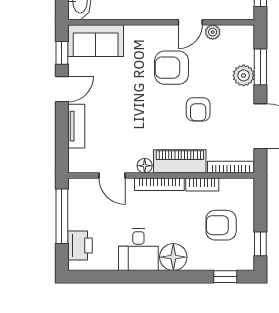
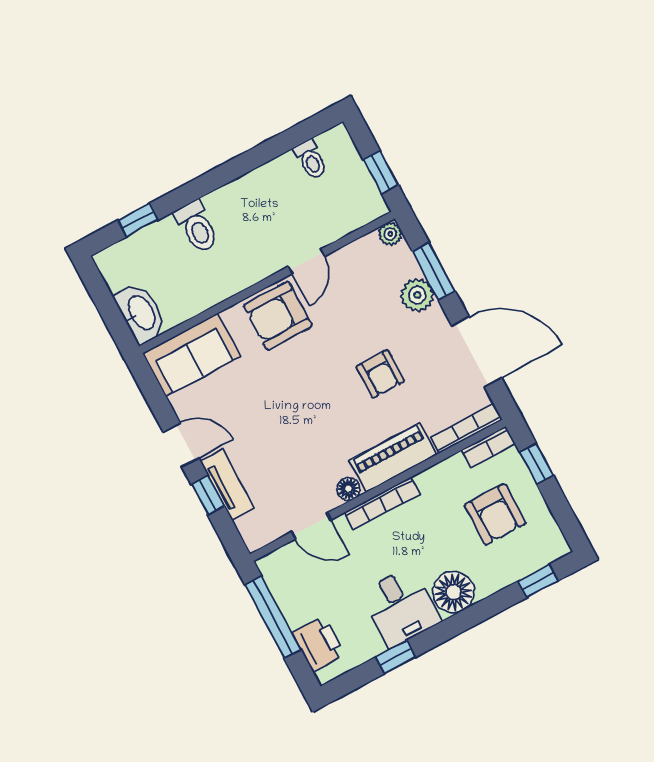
plant: (213, 32) -> (390, 234), moved
window: (62, 53) -> (208, 495), moved
armchair: (172, 68) -> (278, 316), moved
door: (62, 89) -> (181, 445), hinge flipped
bookcase: (202, 184) -> (488, 447), moved
armchair: (221, 225) -> (495, 514), turned -90
window: (260, 244) -> (537, 464), moved
window: (120, 277) -> (395, 657), added

